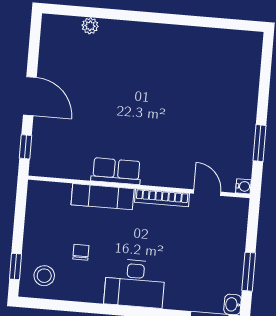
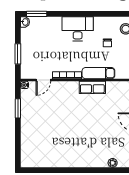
door: (207, 193) -> (43, 80), hinge flipped
window: (249, 272) -> (18, 54), moved

